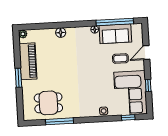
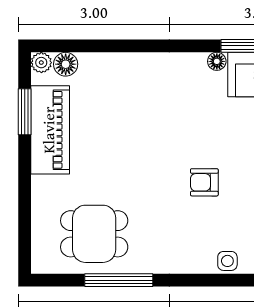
floor lamp: (61, 33) -> (66, 64), moved
window: (18, 78) -> (25, 112), moved
armchair: (92, 79) -> (204, 182), added

